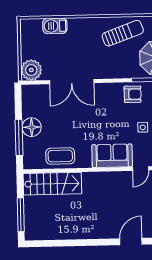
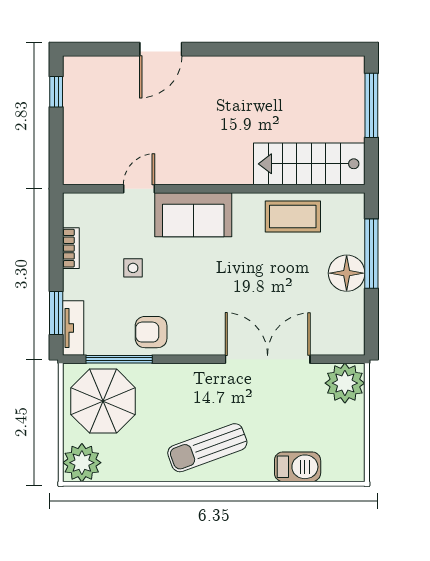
sun lounger: (123, 33) -> (207, 448), moved

